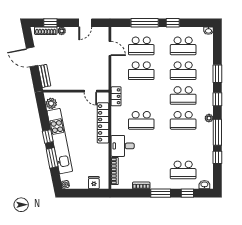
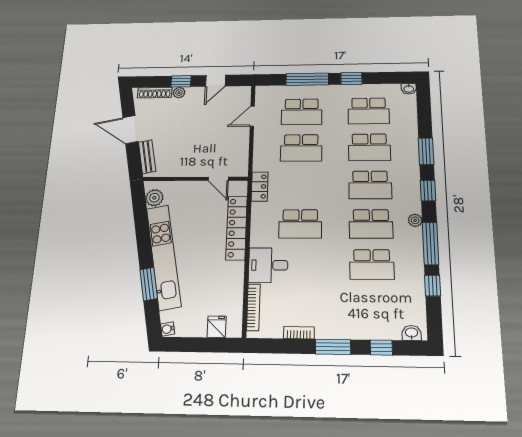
window: (50, 23) -> (181, 81), moved
door: (110, 48) -> (252, 116), swing flipped
window: (48, 136) -> (145, 249), removed
school desk: (183, 170) -> (372, 264), moved

